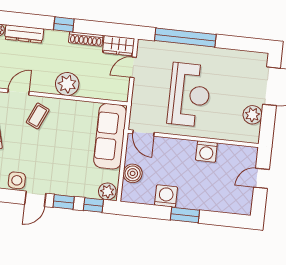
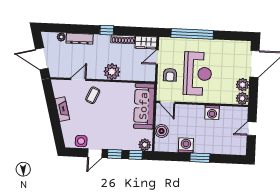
armchair: (150, 94) -> (170, 75), added
plant: (251, 134) -> (242, 98), added

